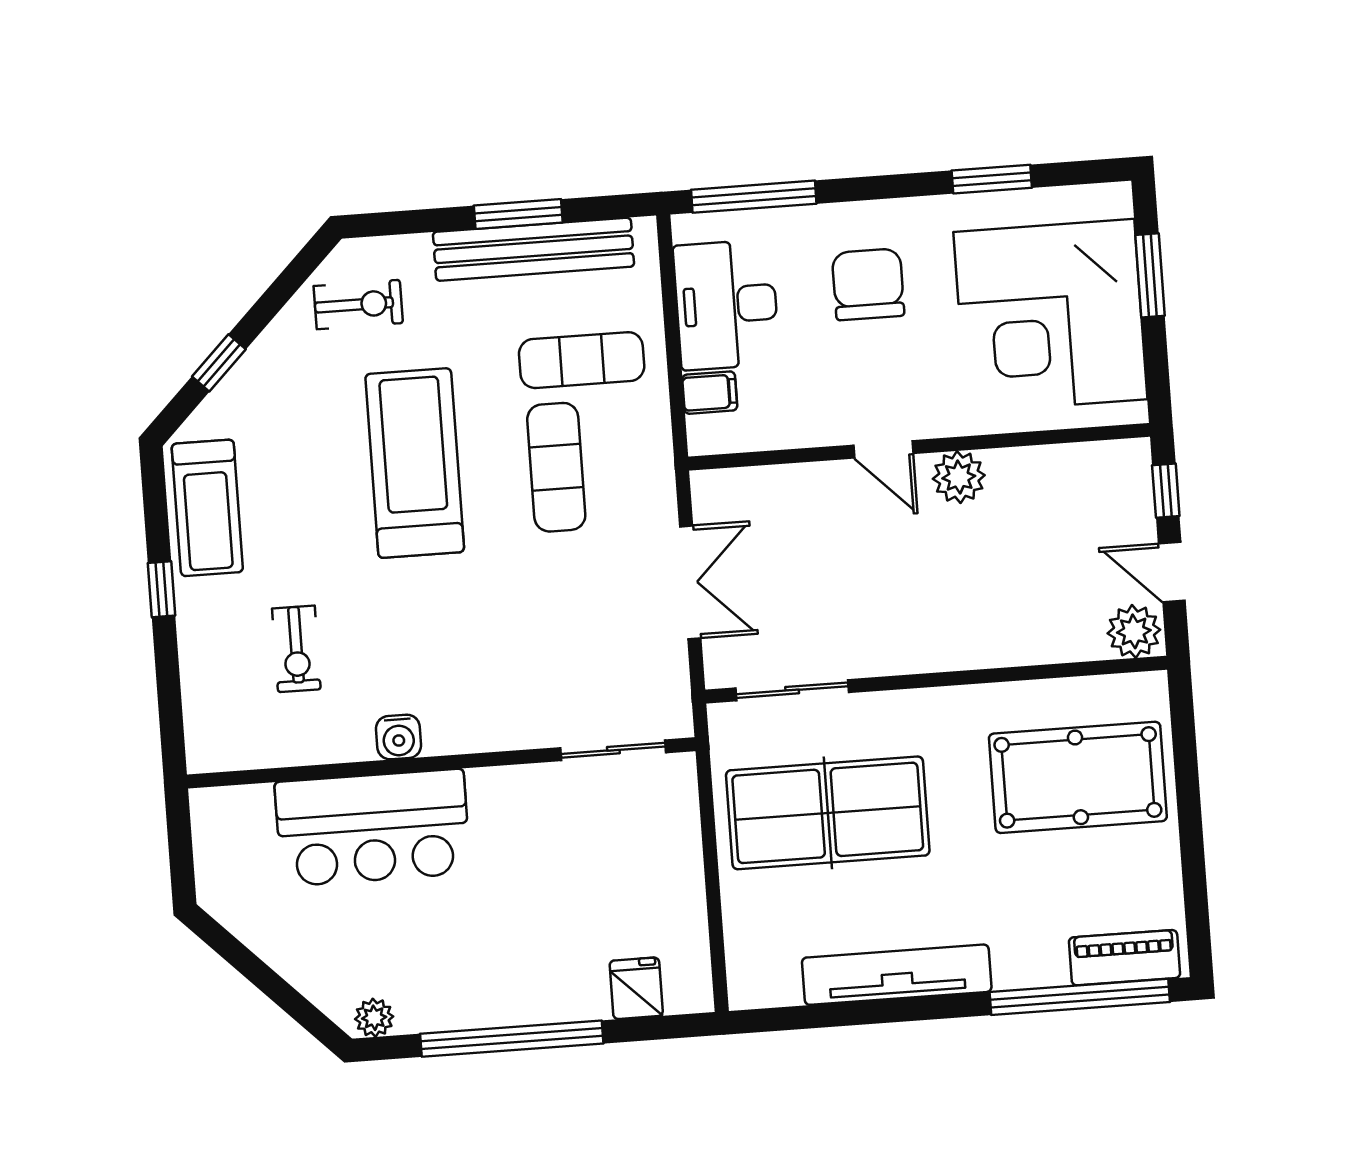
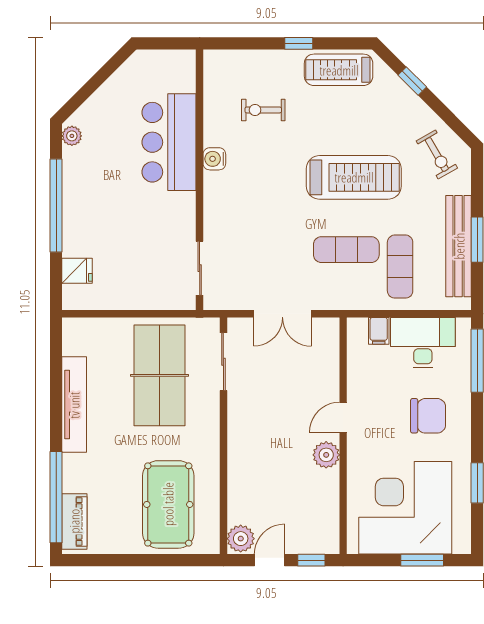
exercise bike: (358, 305) -> (437, 155), turned -30

